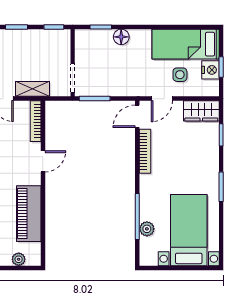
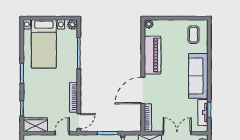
door: (43, 161) -> (143, 90), width x1.87
plant: (147, 229) -> (72, 25), moved
plant: (19, 259) -> (149, 24), moved

